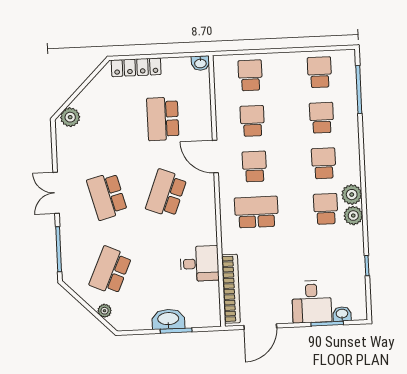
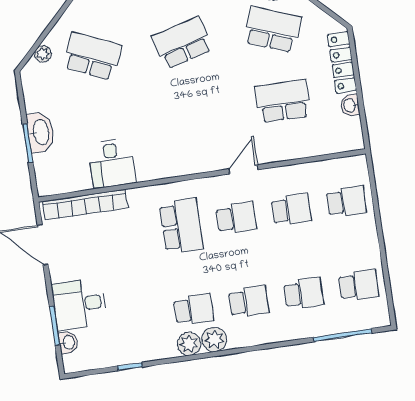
washbasin: (200, 63) -> (350, 105), moved
door: (215, 157) -> (244, 169), width x0.73
school desk: (166, 193) -> (272, 29), moved

